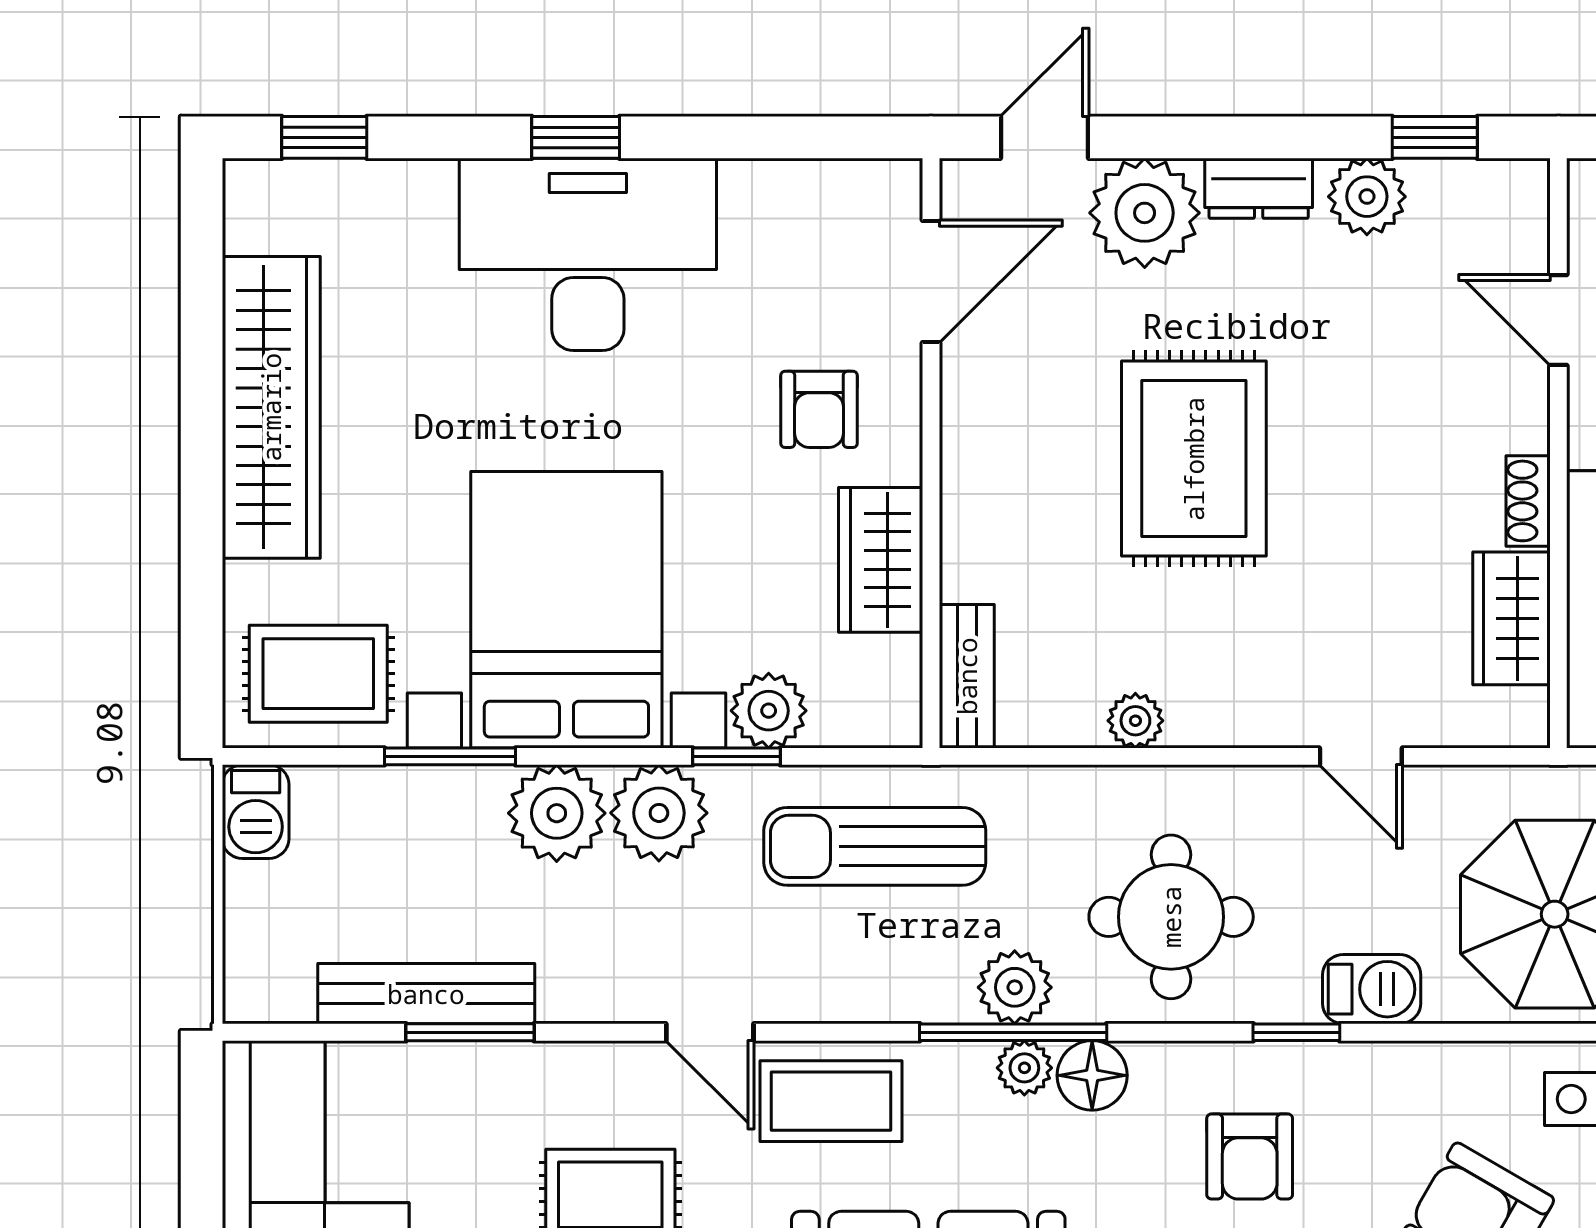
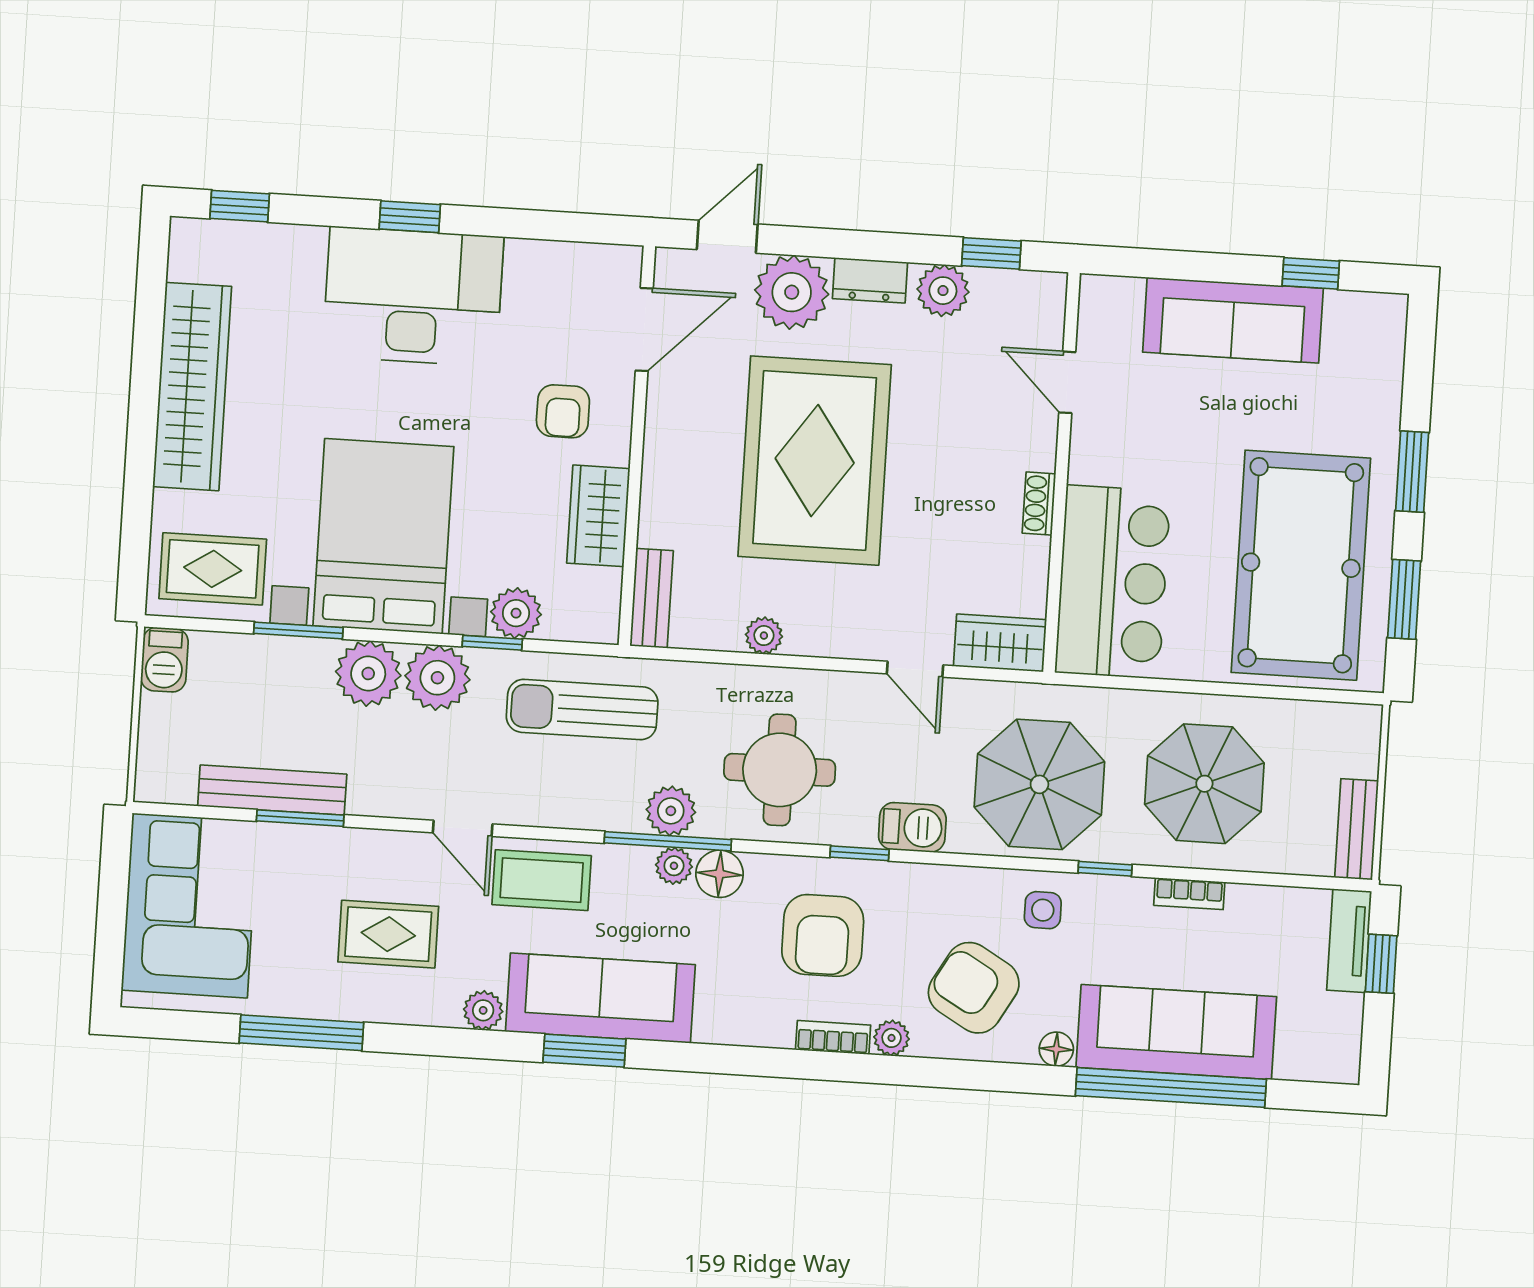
rug: (1194, 459) -> (815, 461), width x1.37, depth x1.44
wardrobe: (1512, 618) -> (1000, 643), moved, turned 90
armchair: (1250, 1156) -> (823, 935), width x1.38, depth x1.38

